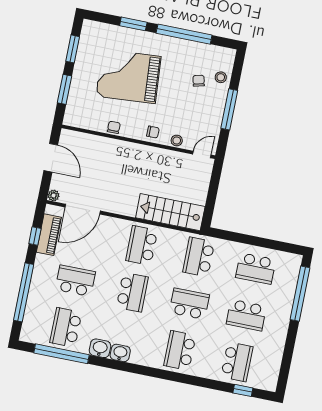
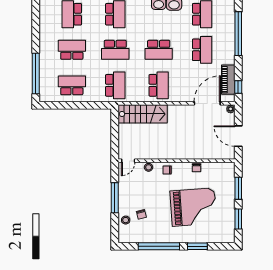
window: (35, 236) -> (238, 87), moved
school desk: (75, 281) -> (202, 50), turned -90
school desk: (132, 292) -> (159, 50), turned -90

